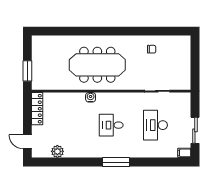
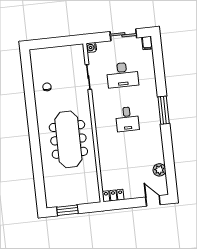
window: (27, 71) -> (67, 210), moved
water cooler: (91, 97) -> (91, 47), moved
locker: (37, 109) -> (113, 195), width x0.66
door: (27, 142) -> (153, 201), swing flipped

